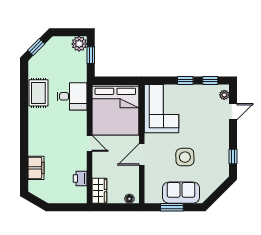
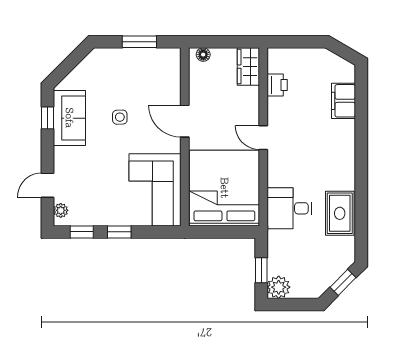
door: (142, 154) -> (185, 121), swing flipped
side table: (185, 157) -> (120, 117), width x0.54, depth x0.54
sofa: (181, 193) -> (69, 118), moved, turned -90

